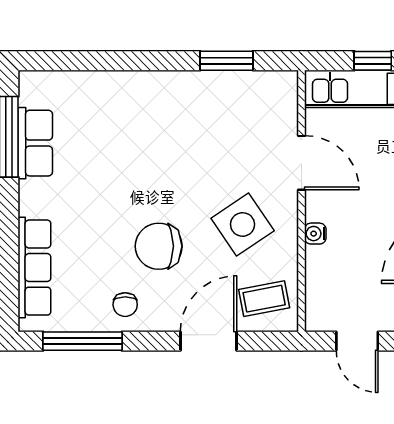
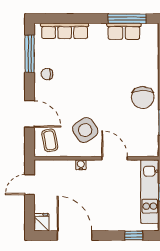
door: (302, 163) -> (115, 158), swing flipped
chair: (159, 246) -> (143, 98), moved, turned 180

